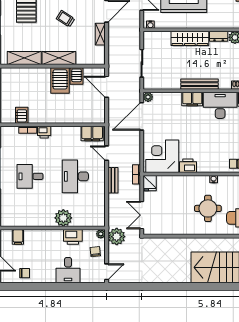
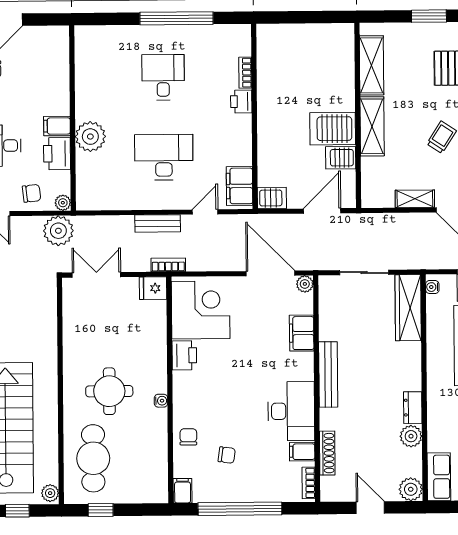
wardrobe: (190, 38) -> (408, 308), moved
filing cabinet: (192, 99) -> (302, 333), moved
server rack: (22, 115) -> (272, 198), moved
filing cabinet: (18, 237) -> (57, 126), moved

